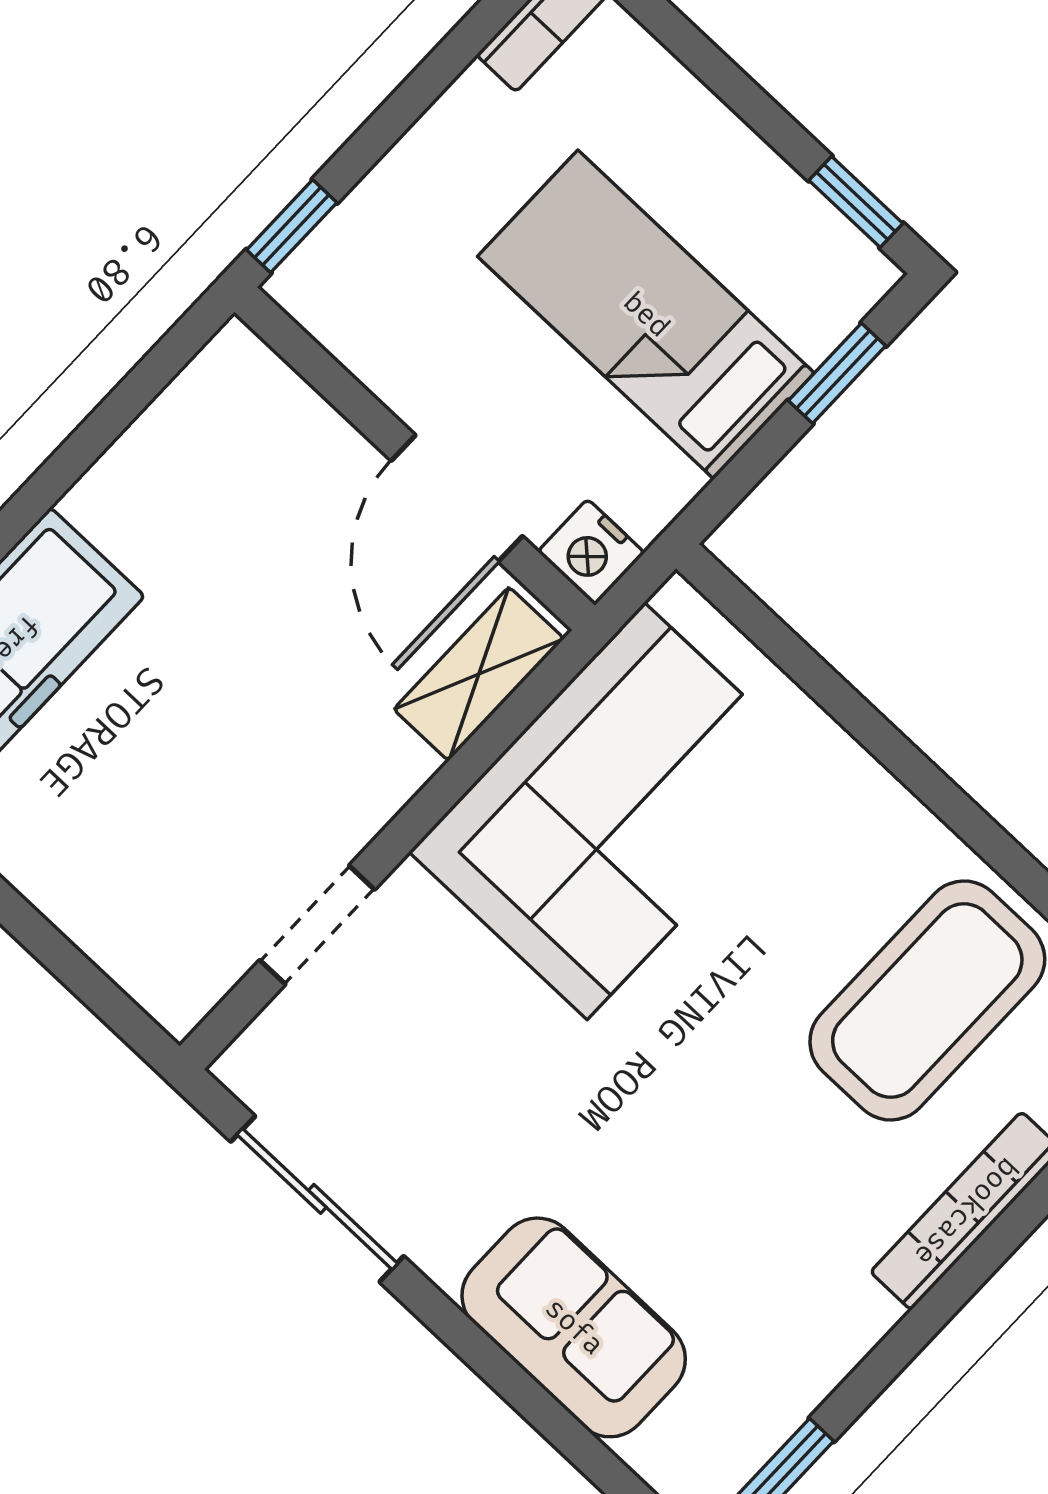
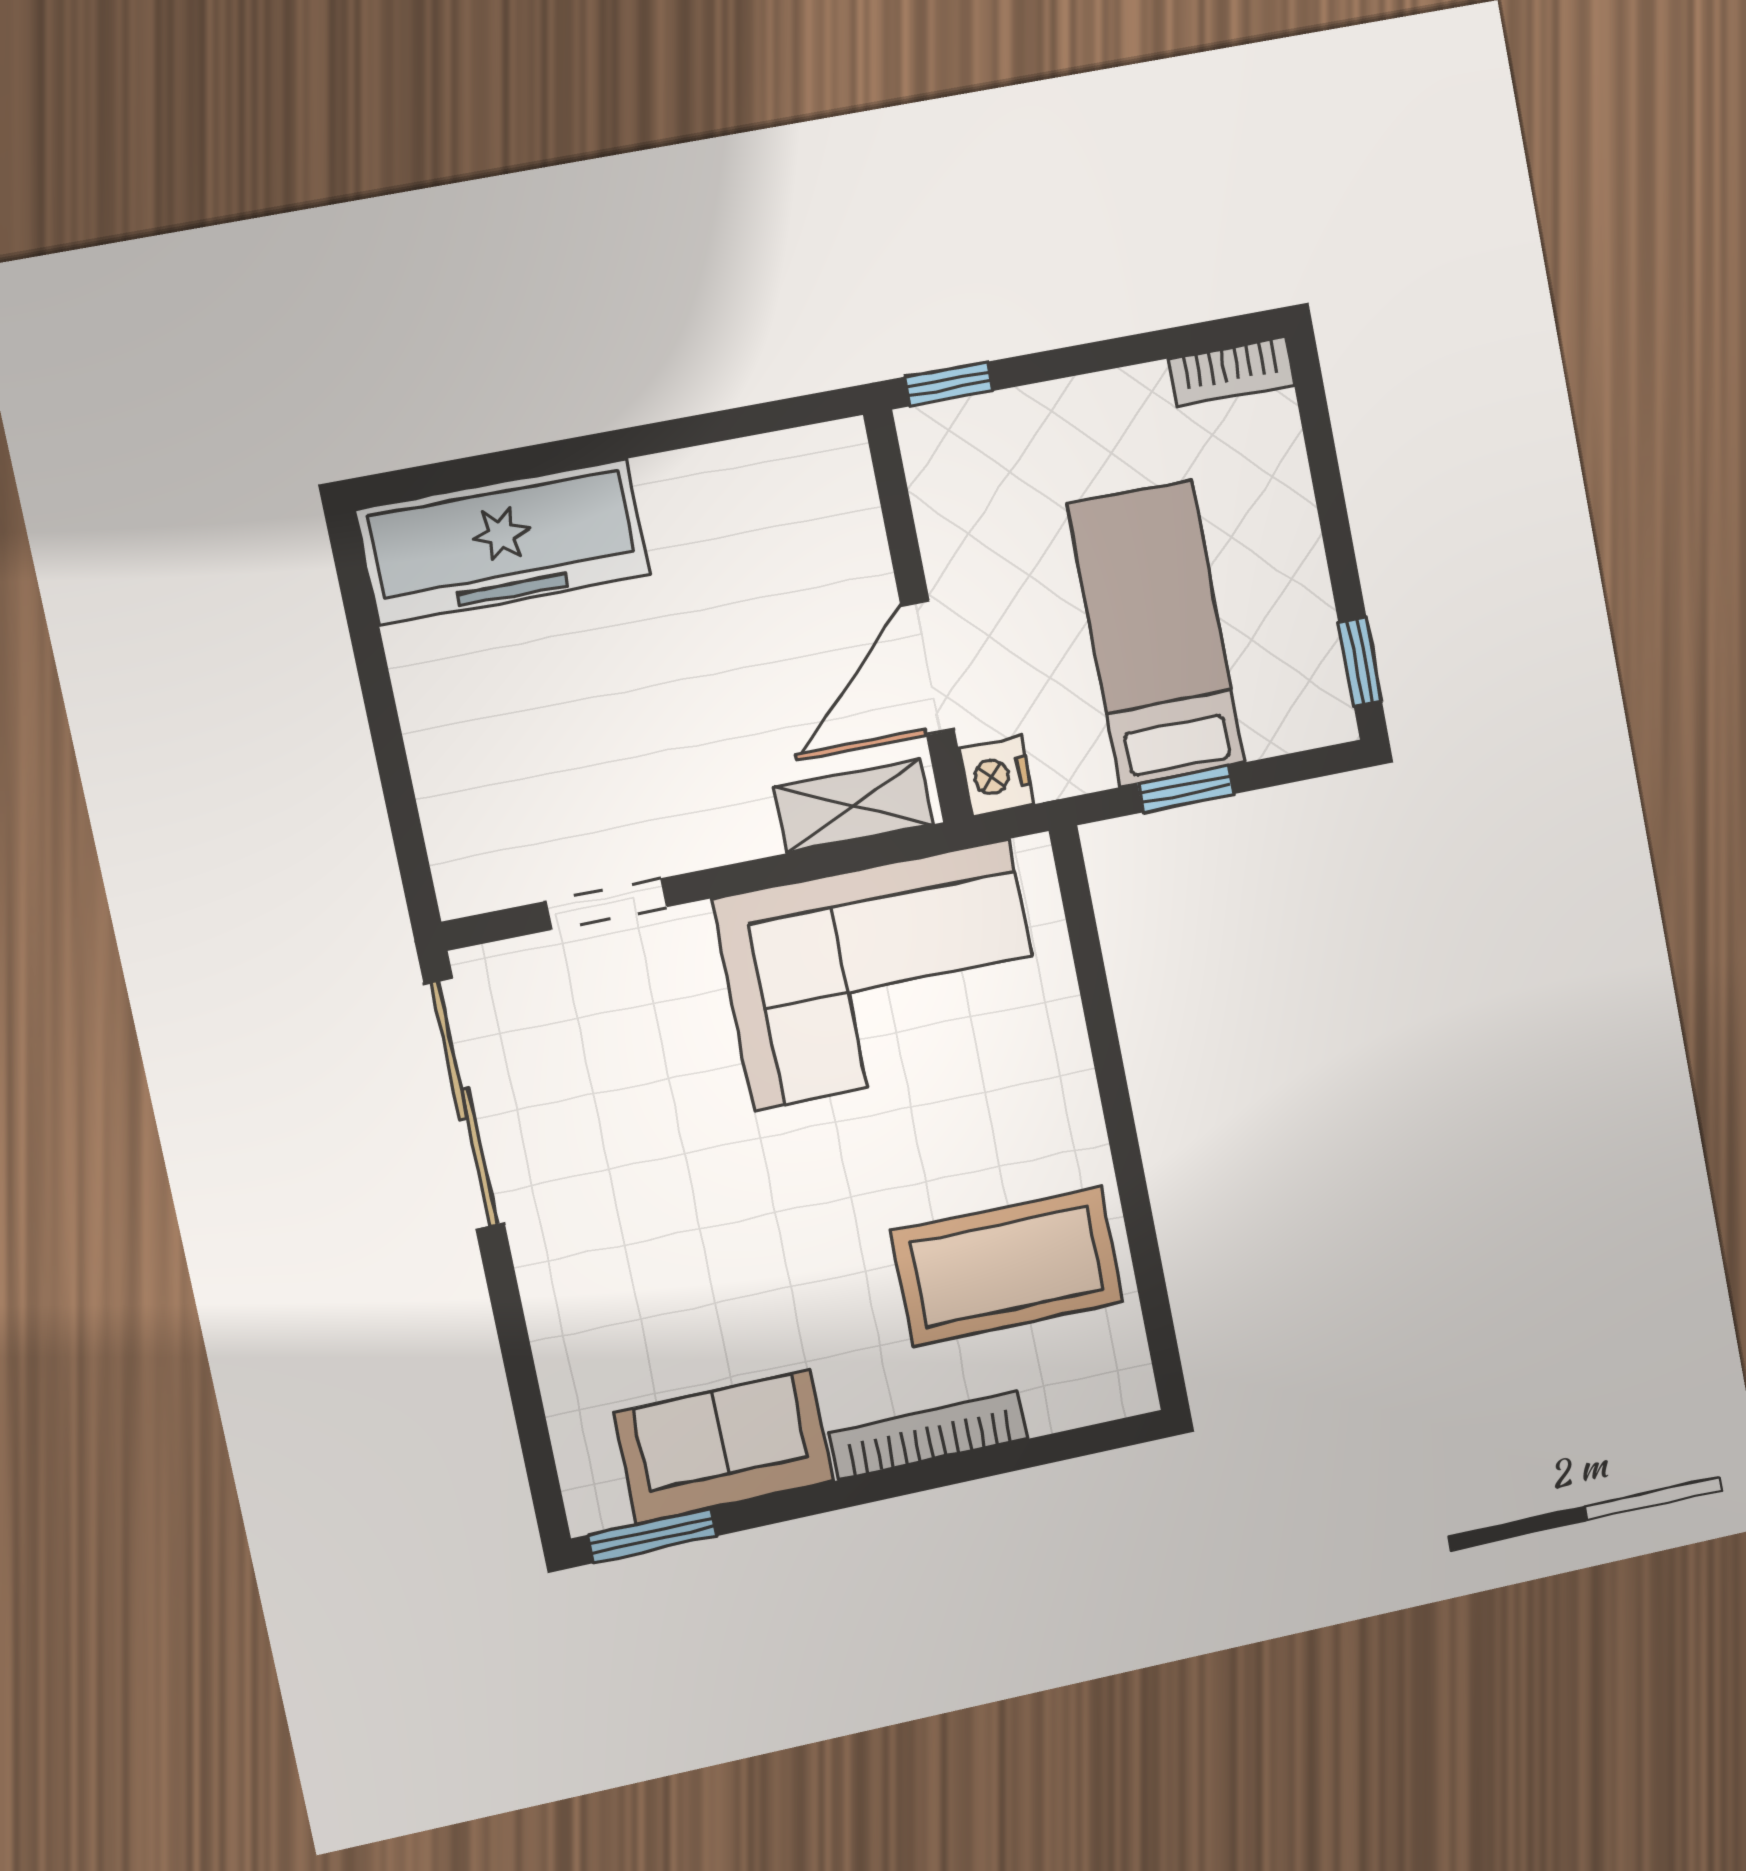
window: (837, 373) -> (1186, 789), moved
sliding door: (317, 1199) -> (464, 1104), width x1.37
sofa: (574, 1327) -> (724, 1447), moved, turned -90

